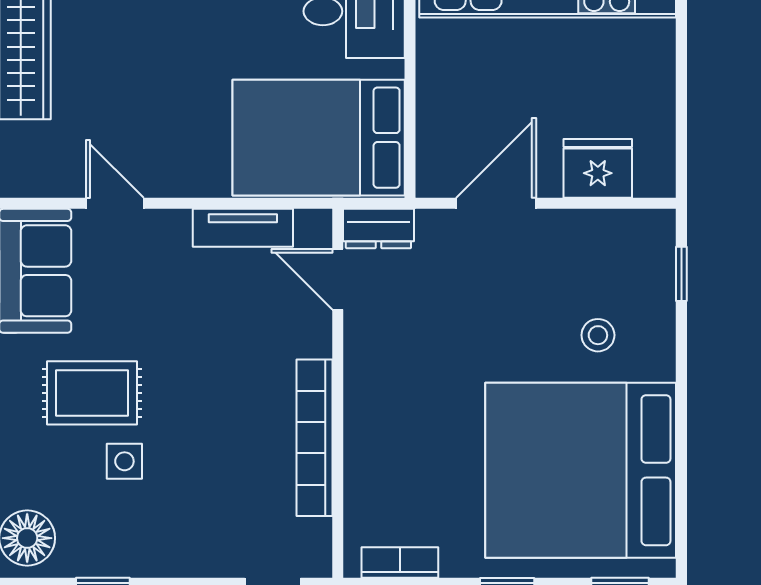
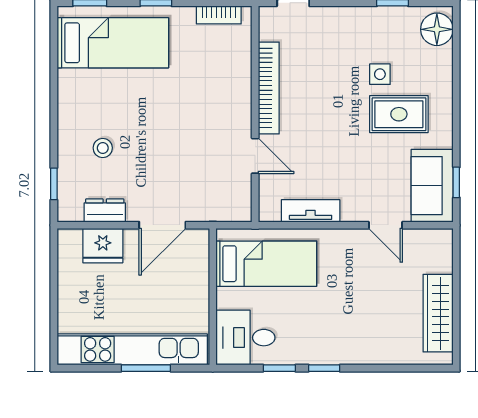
bed: (319, 138) -> (266, 264), width x0.67
dresser: (378, 229) -> (105, 210), moved
door: (338, 279) -> (255, 156), moved
bed: (581, 470) -> (113, 43), width x0.49

